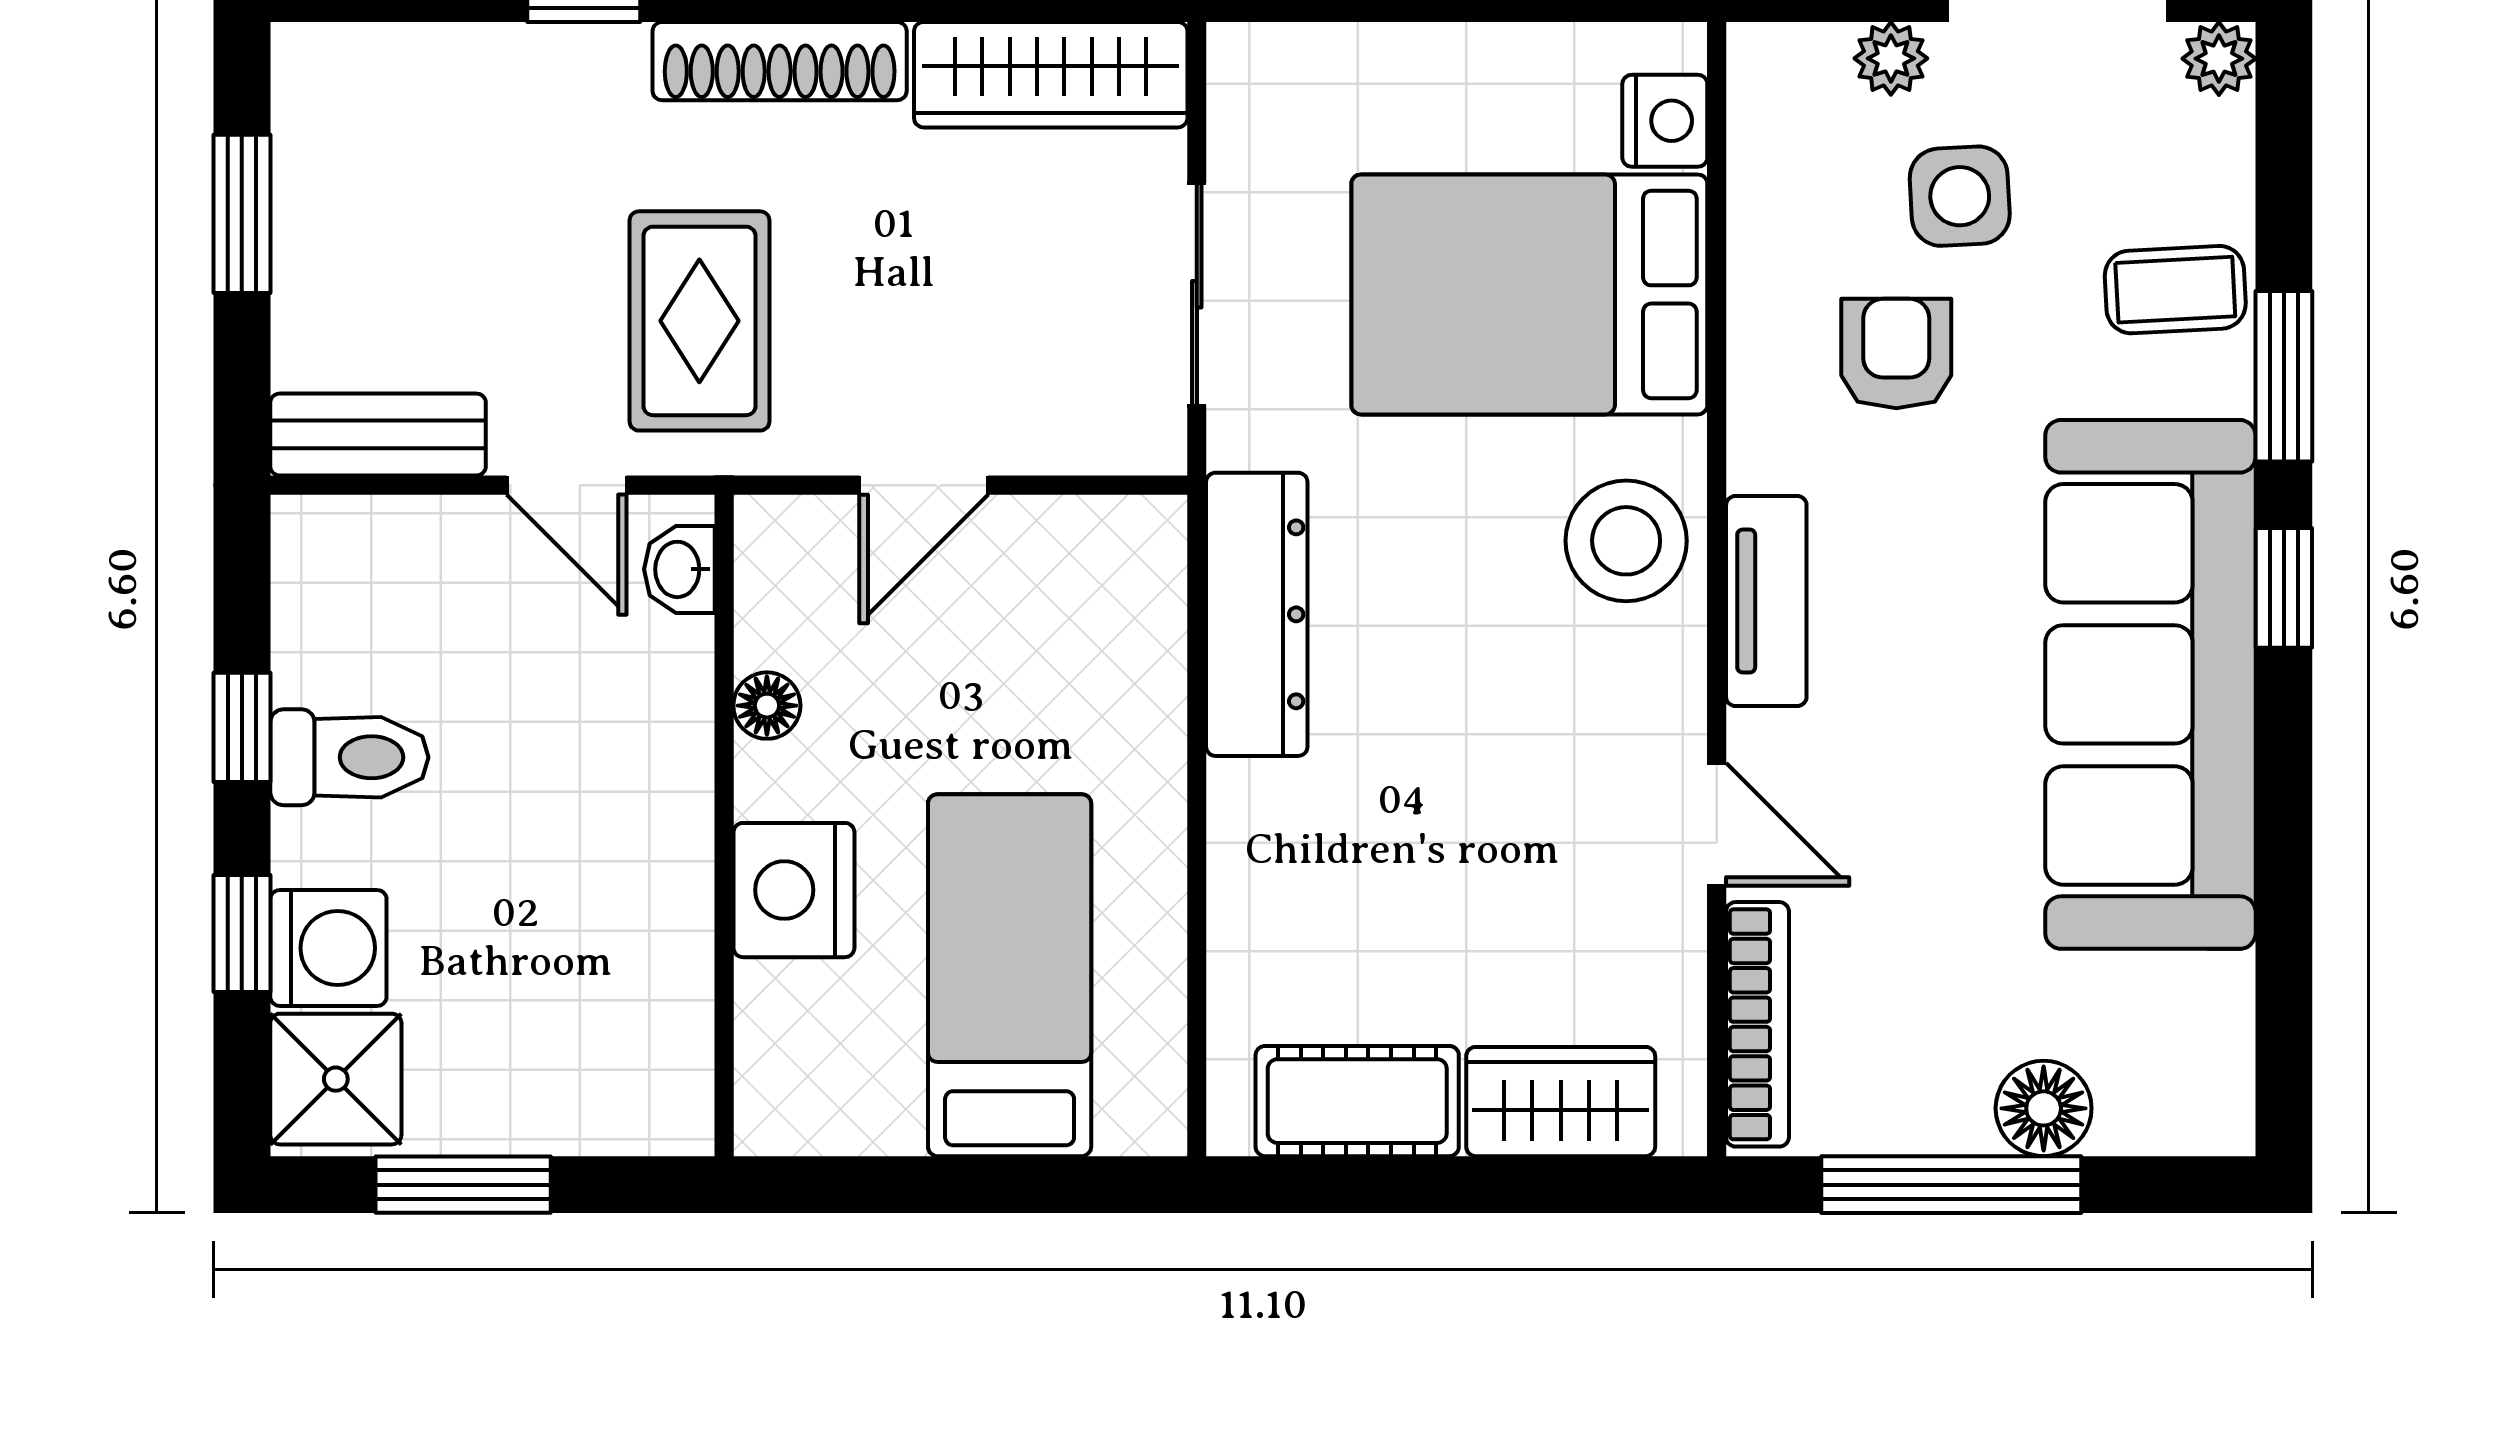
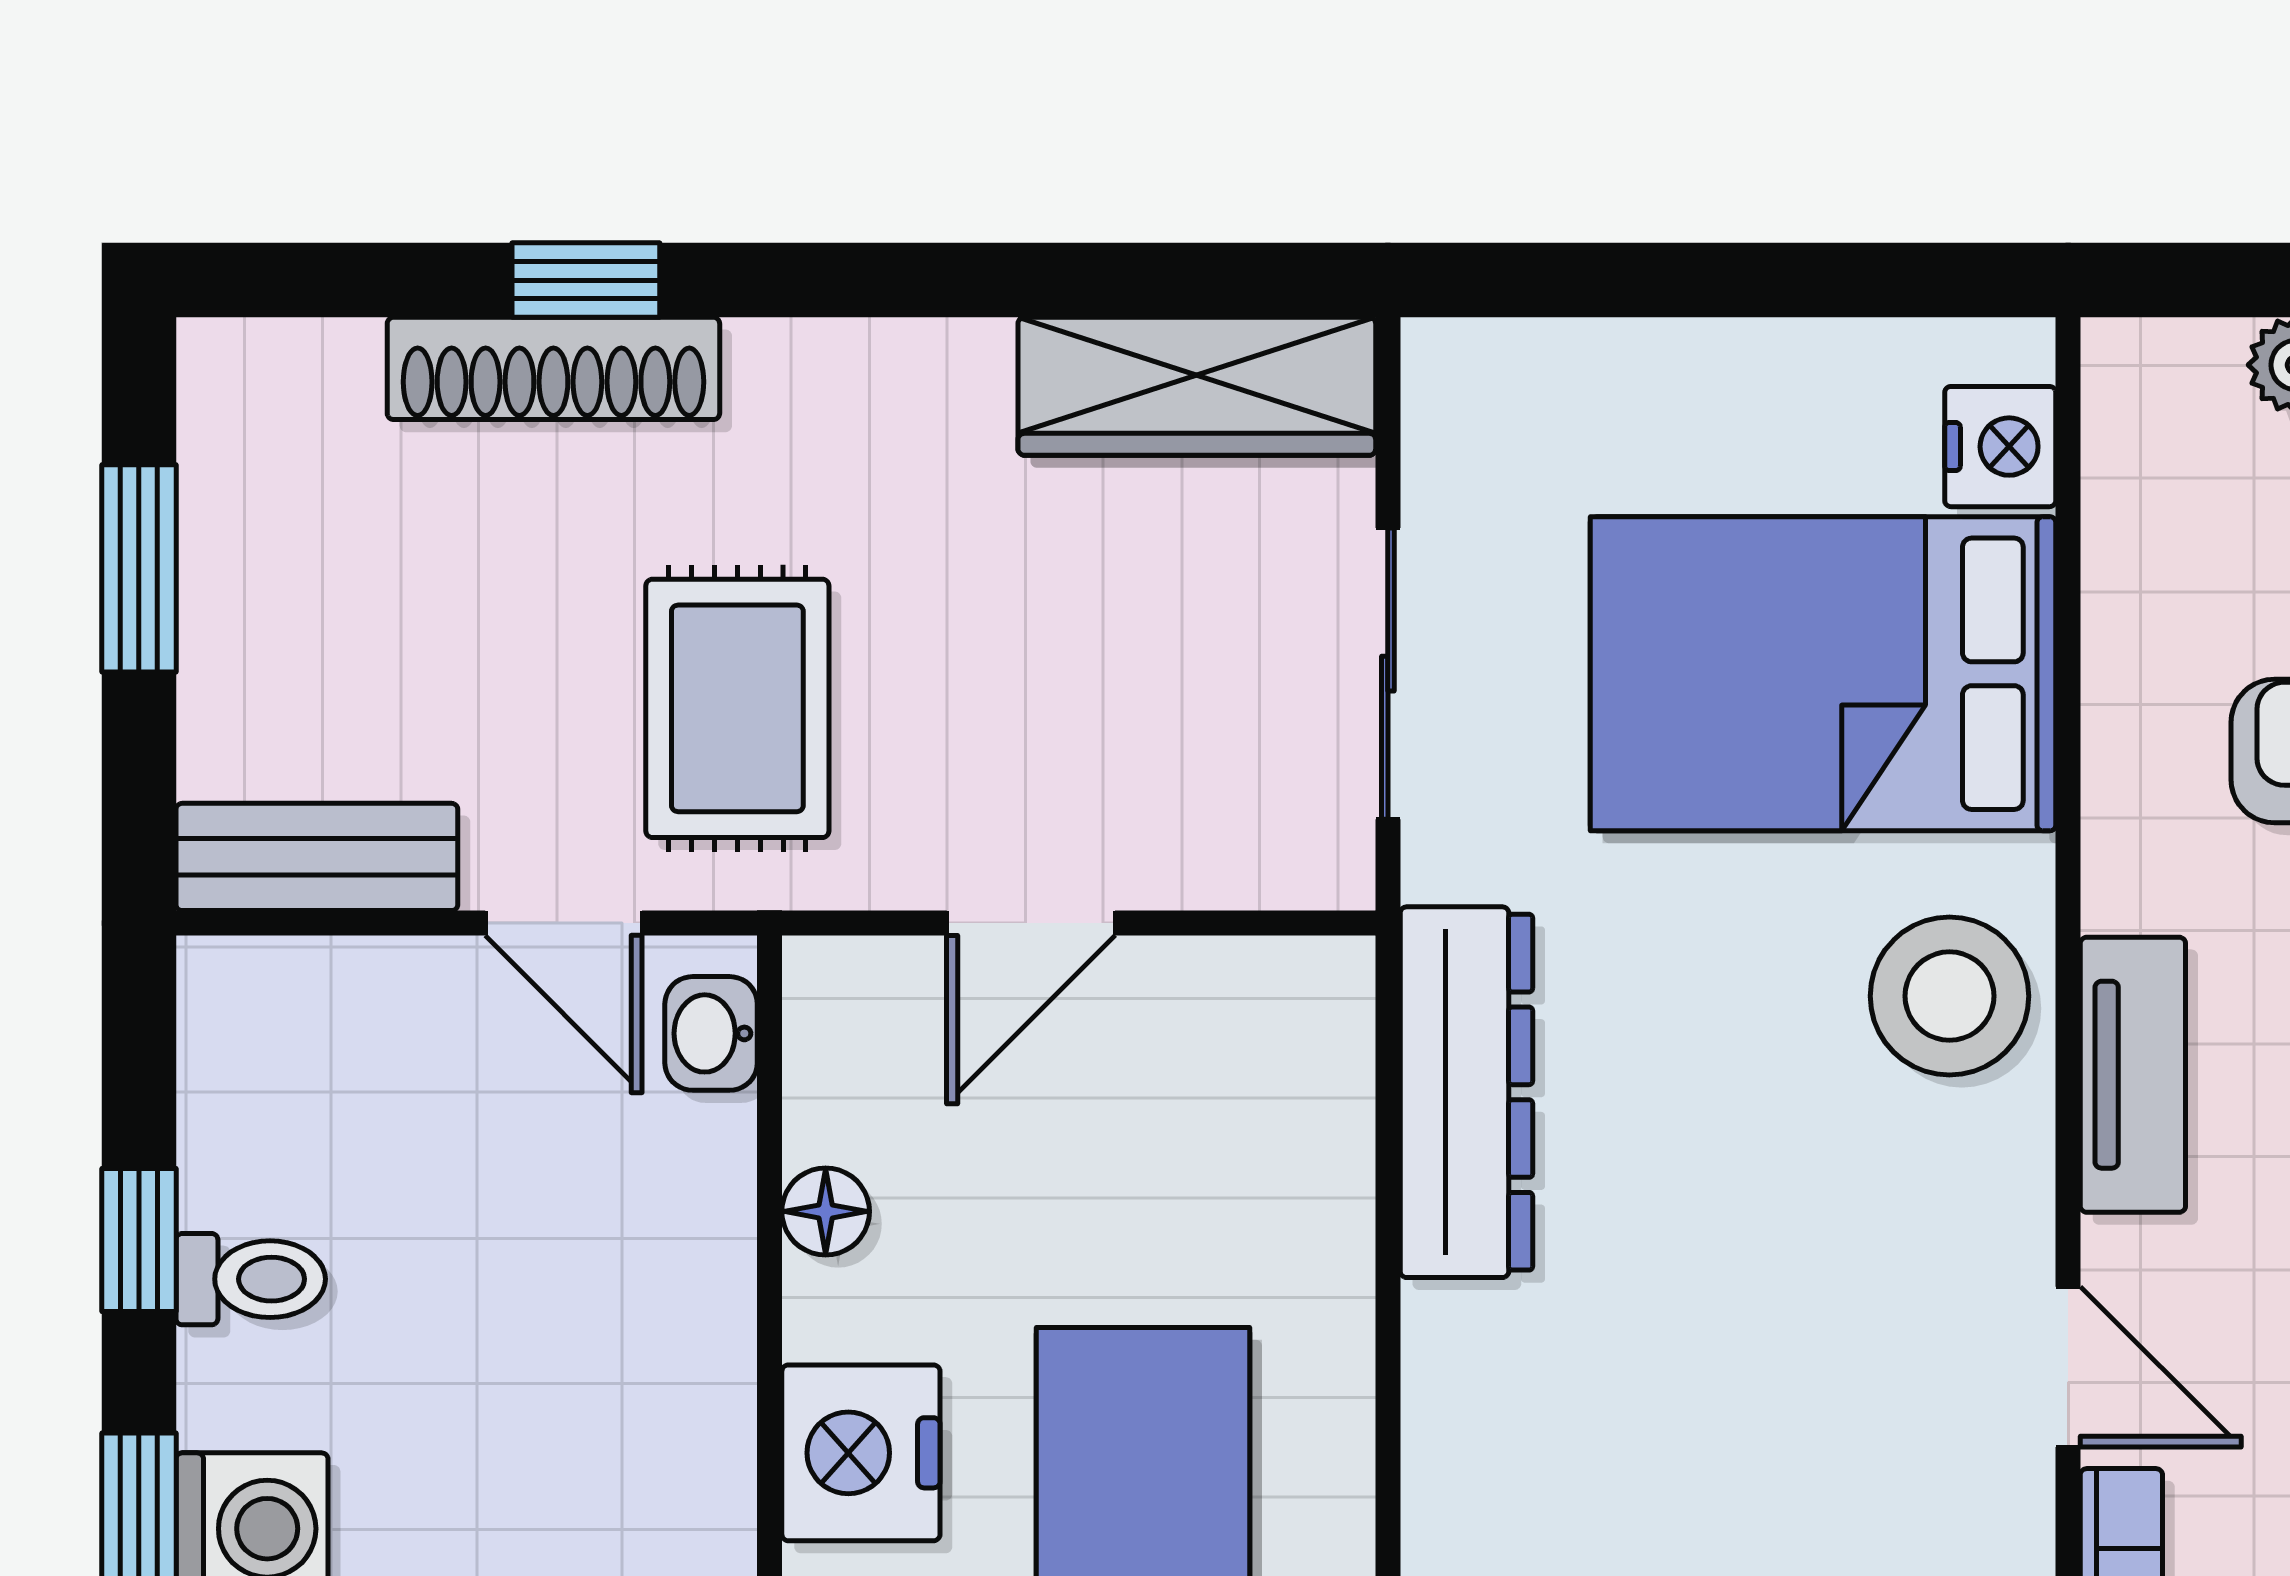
shoe rack: (780, 61) -> (553, 368), moved
toilet: (349, 757) -> (251, 1279), width x0.73, depth x0.72

